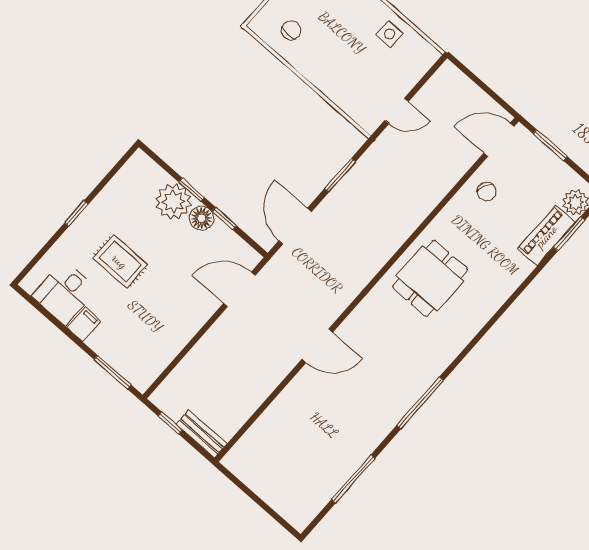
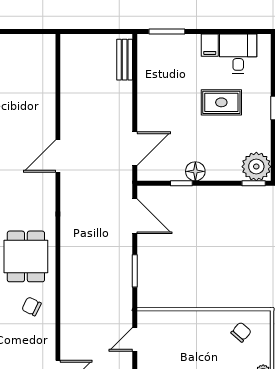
chair: (291, 30) -> (241, 332), turned -139
window: (192, 190) -> (254, 183), moved
chair: (487, 192) -> (31, 306), moved
plant: (173, 202) -> (256, 167), moved
window: (170, 423) -> (106, 32), removed
bench: (202, 434) -> (125, 60), moved, turned 90

